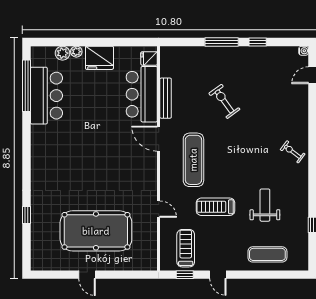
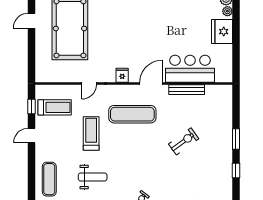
window: (222, 42) -> (236, 139), width x0.69
fridge: (149, 58) -> (122, 75), moved

